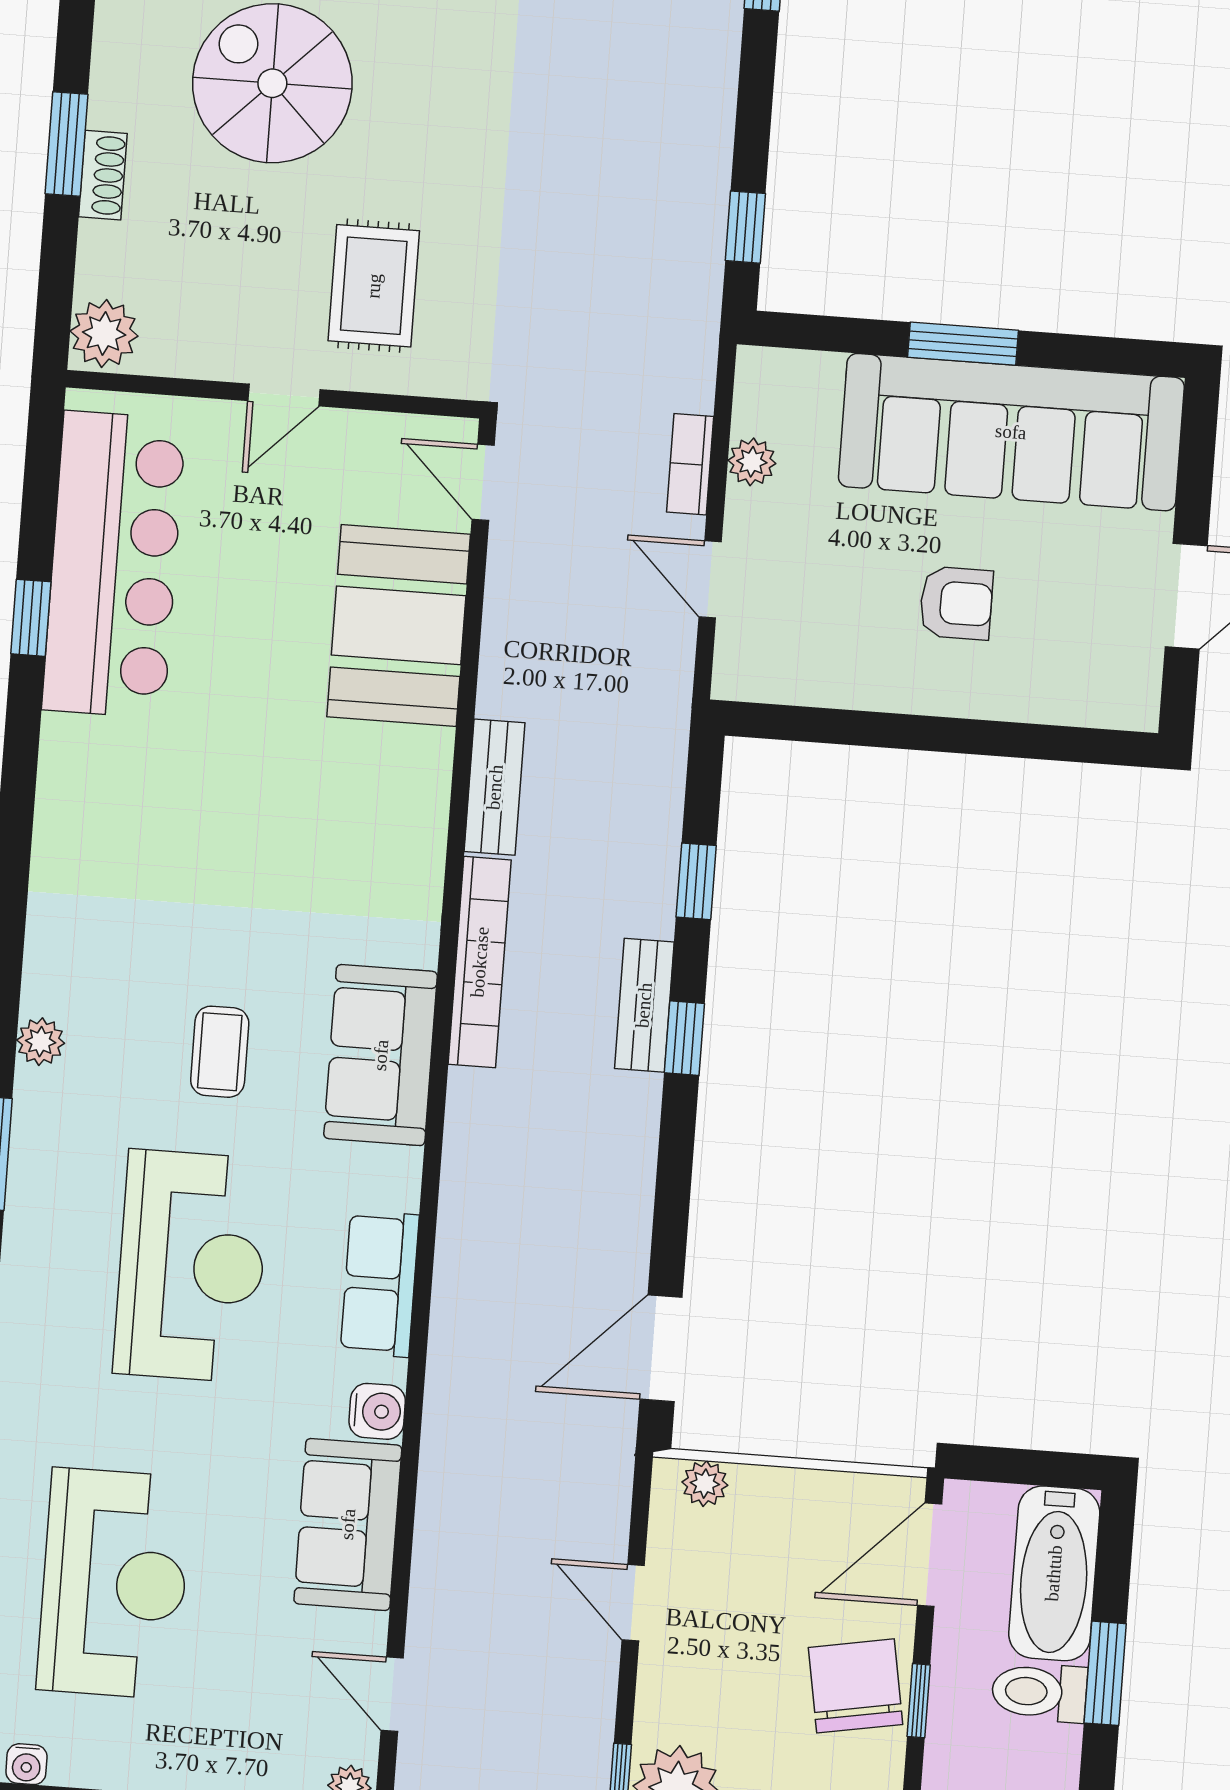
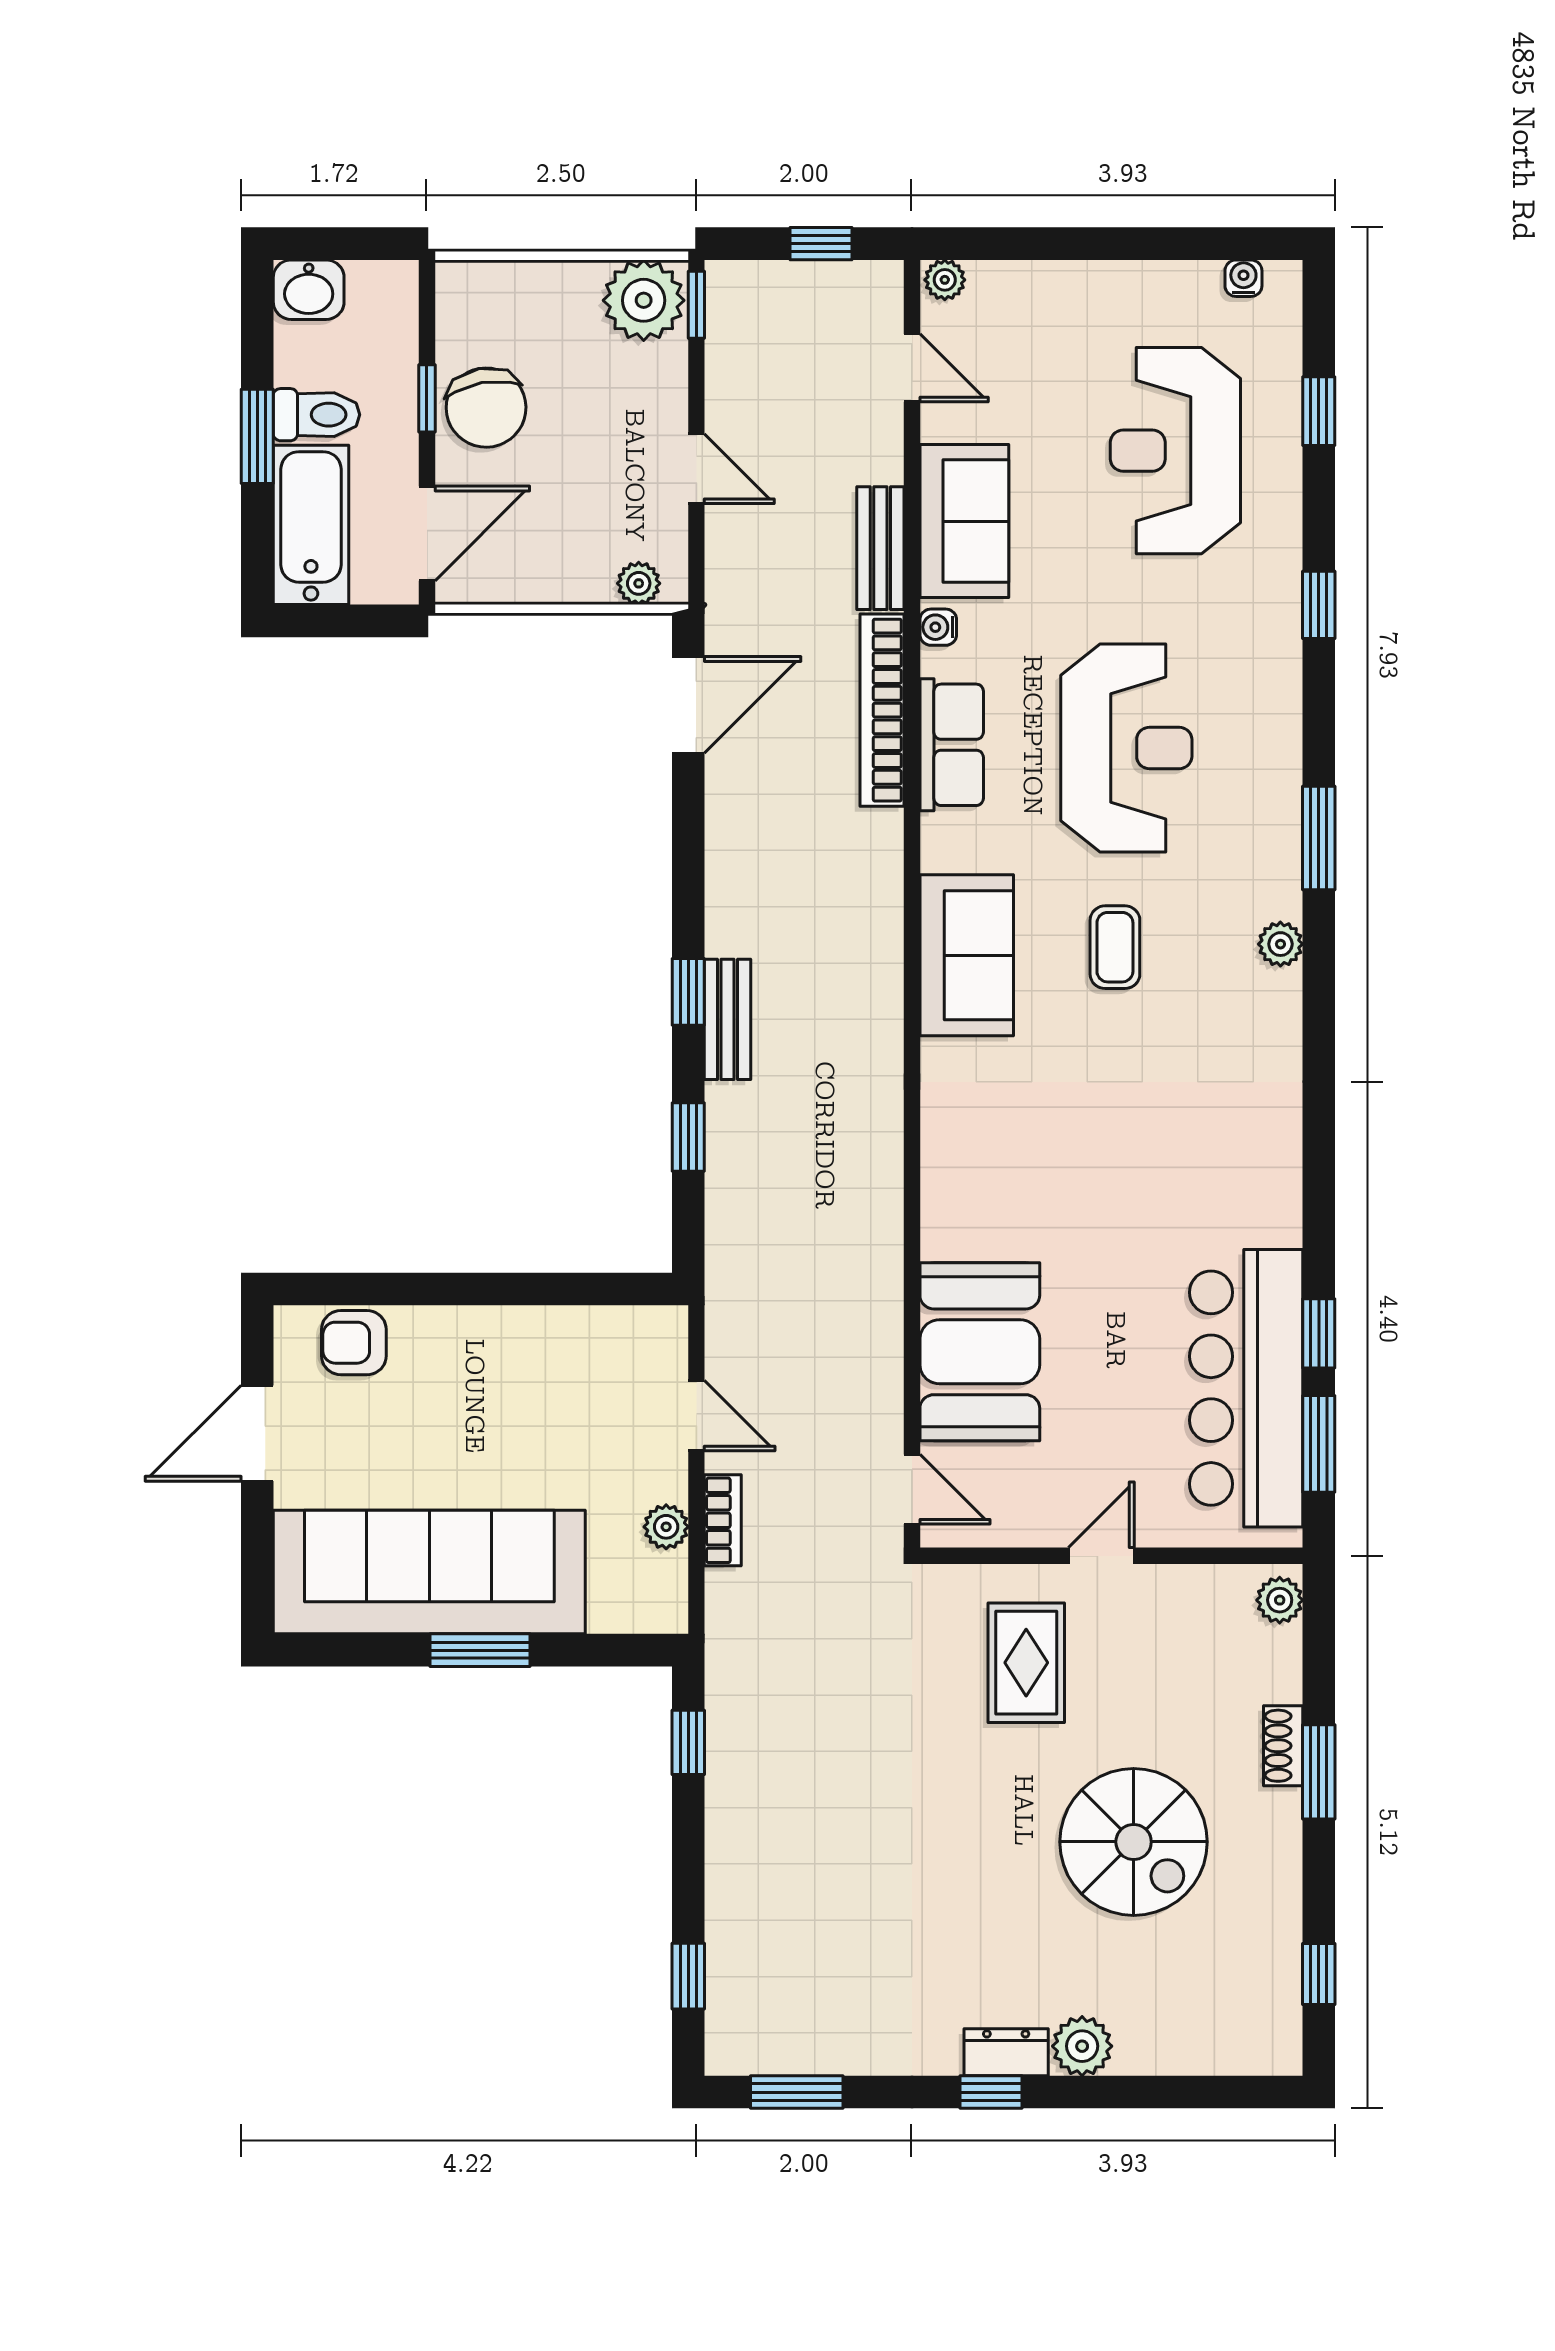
plant: (104, 333) -> (1280, 1600), width x0.73, depth x0.73
window: (40, 498) -> (1319, 1444), added
armchair: (956, 603) -> (354, 1343), moved
bench: (495, 787) -> (880, 548), moved
bookcase: (480, 962) -> (882, 710), moved
reception desk: (191, 1266) -> (1126, 748), turned 180
water cooler: (377, 1411) -> (938, 627), width x0.72, depth x0.72

